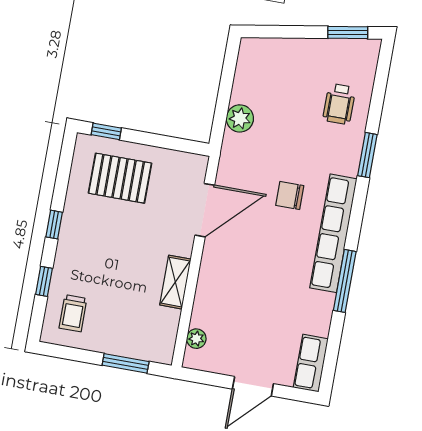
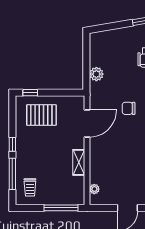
window: (44, 281) -> (12, 174), width x2.17
window: (126, 363) -> (61, 208), width x1.44

